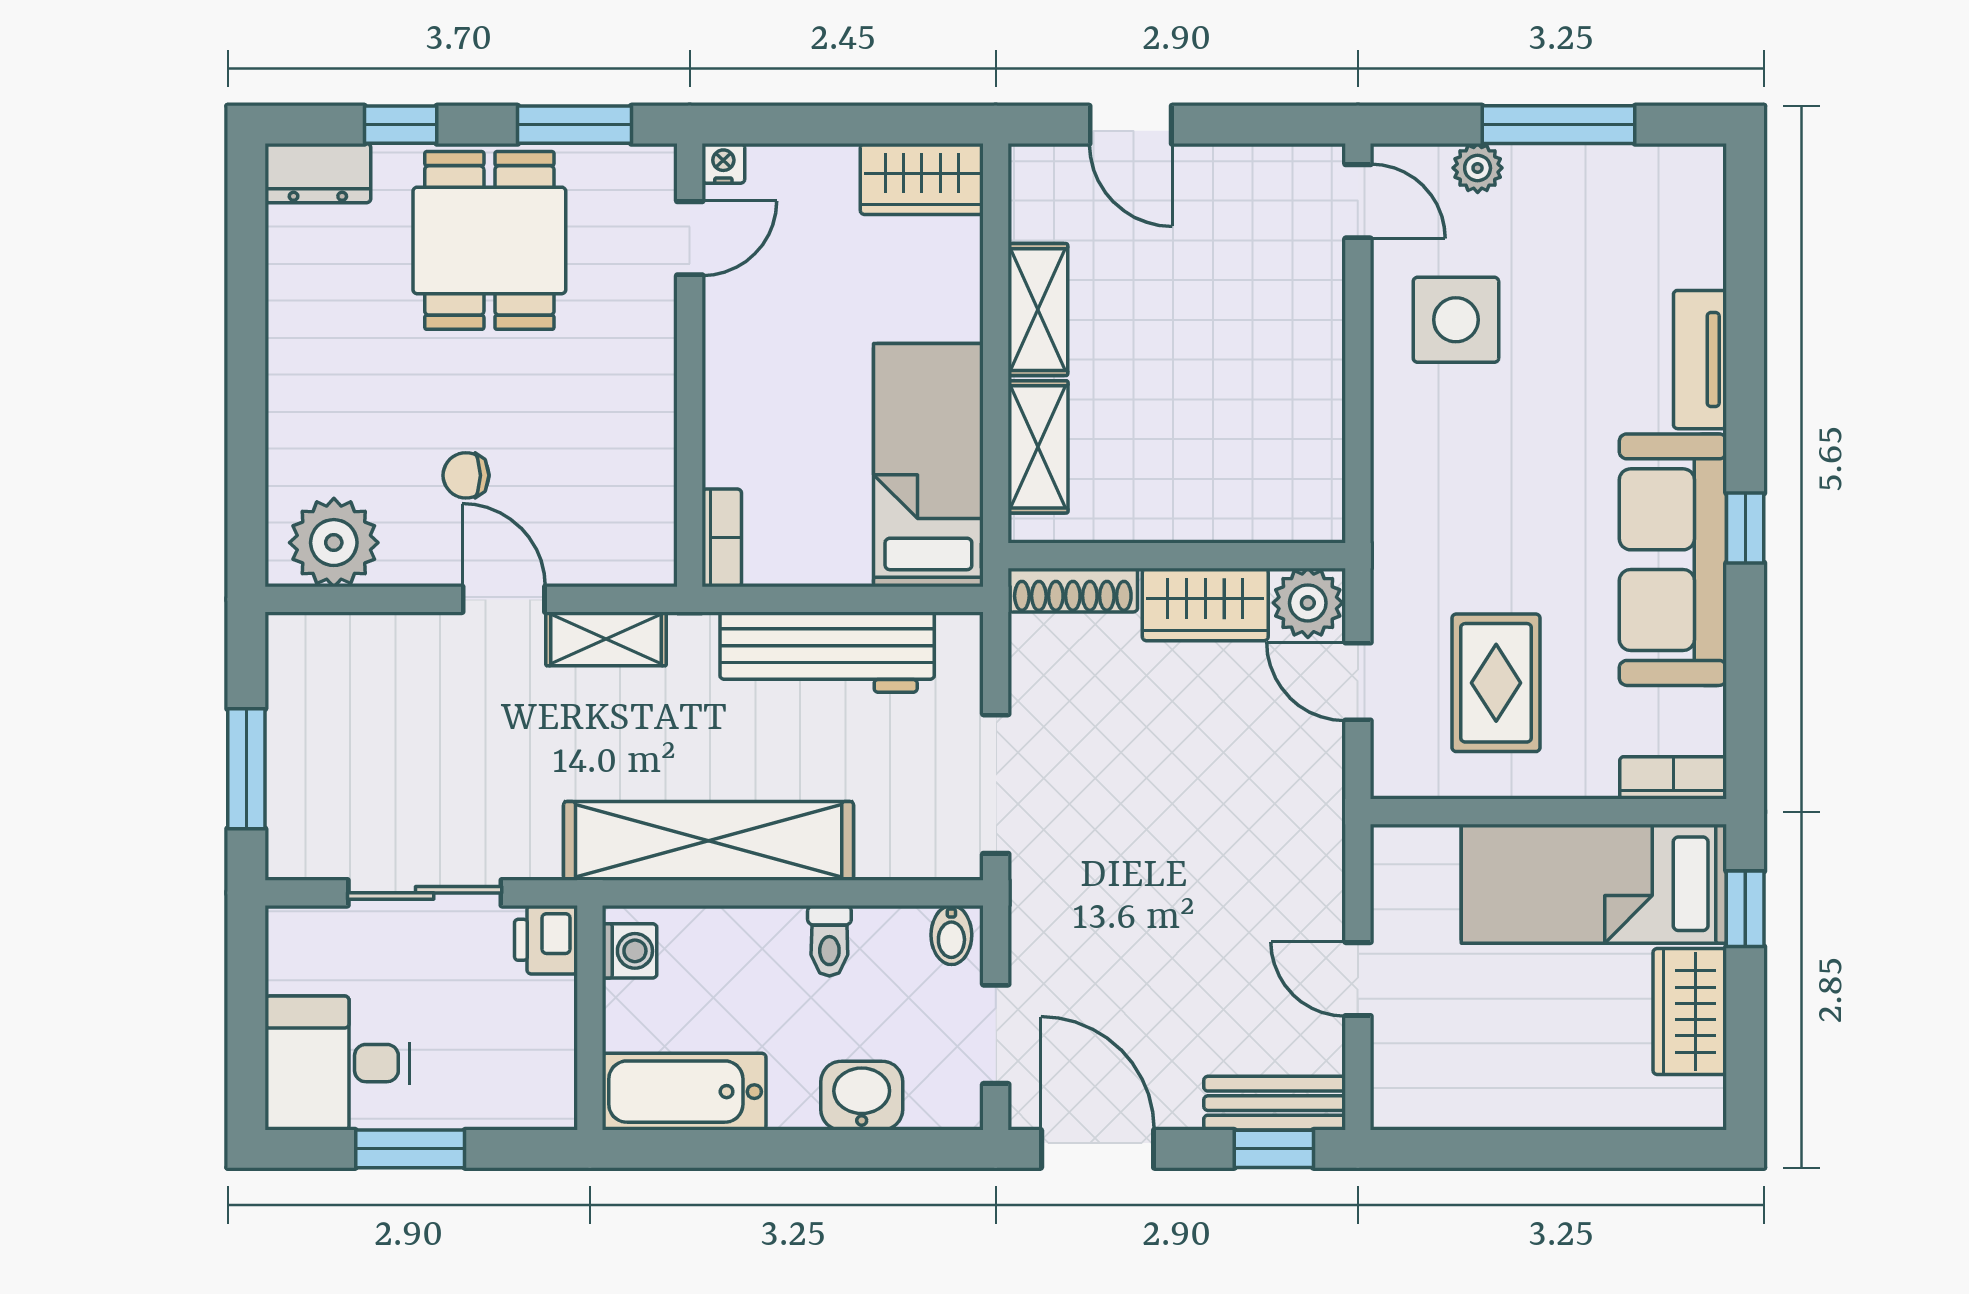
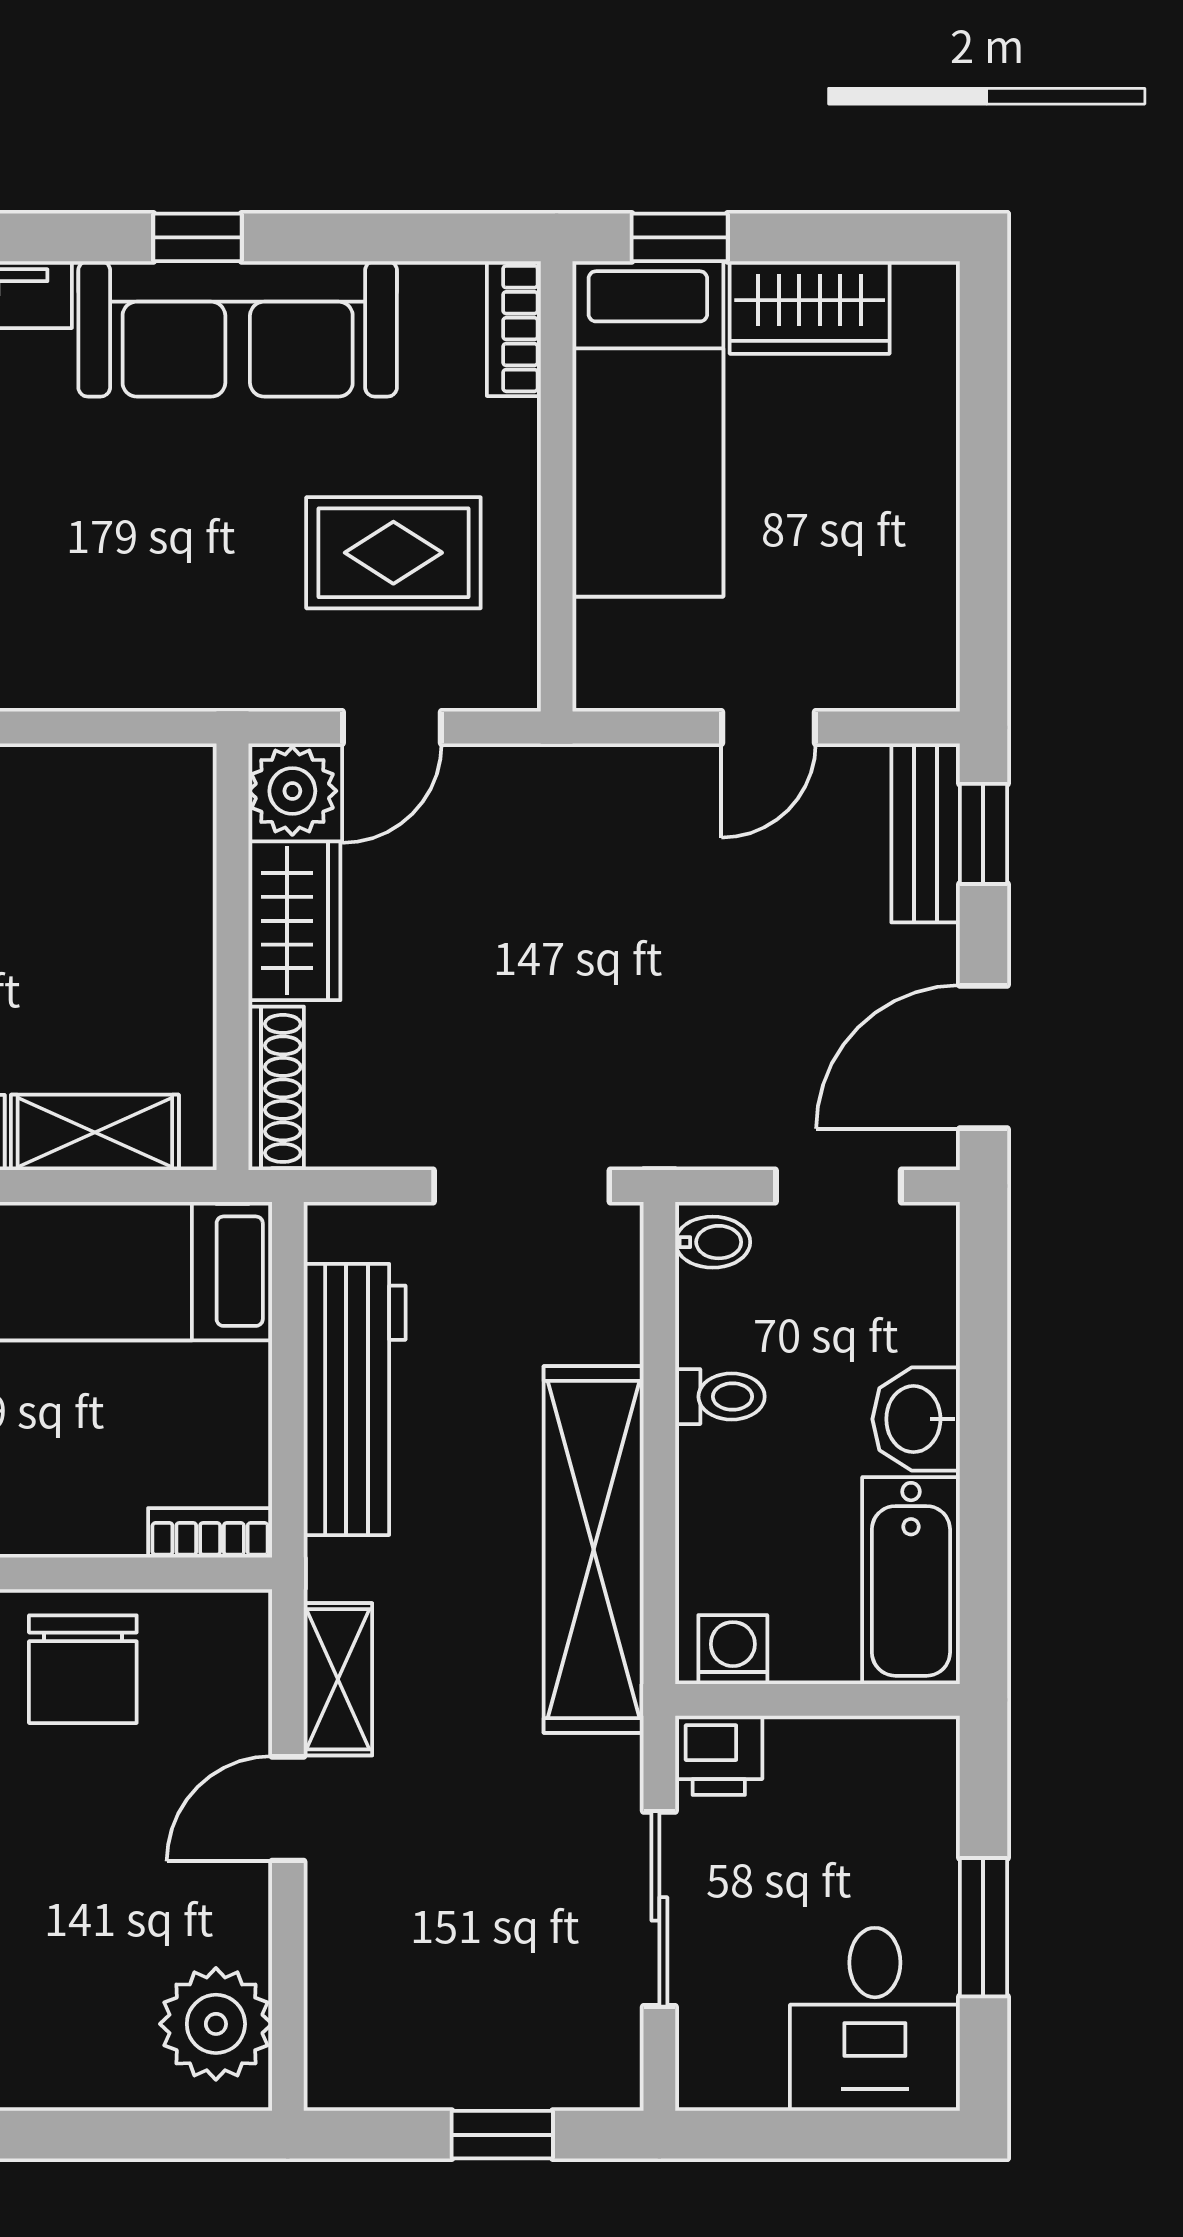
chair: (466, 475) -> (83, 1669), moved, width x1.87, depth x1.87
window: (246, 769) -> (502, 2135), width x0.67
washbasin: (862, 1096) -> (916, 1419), moved

